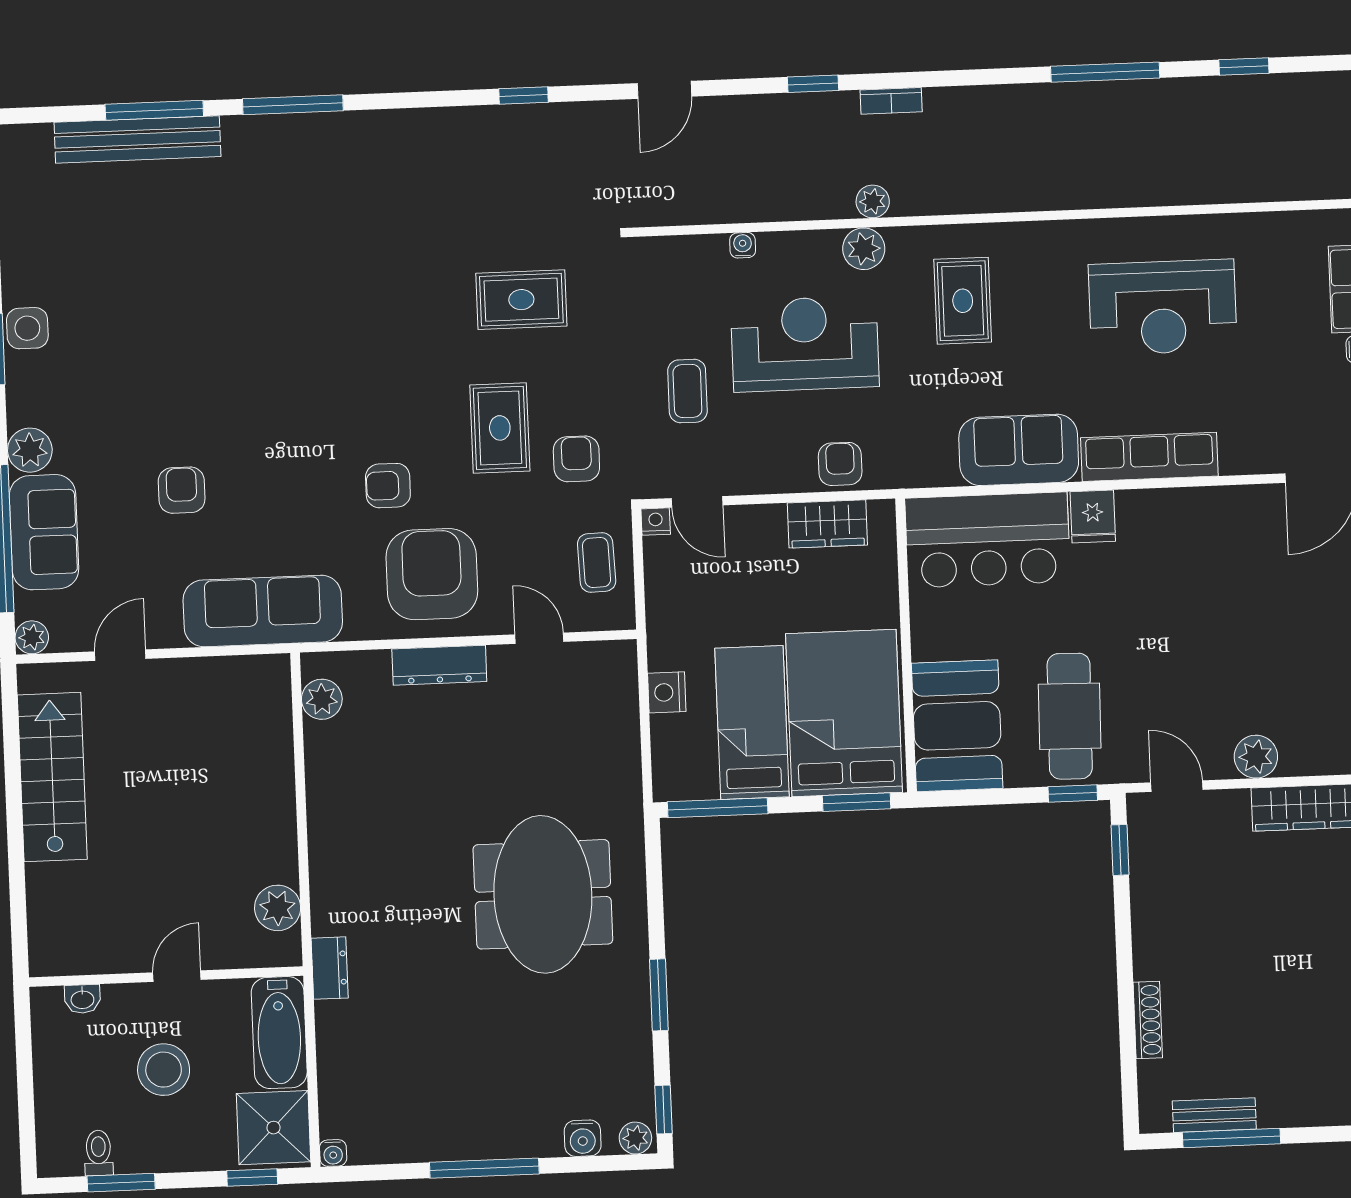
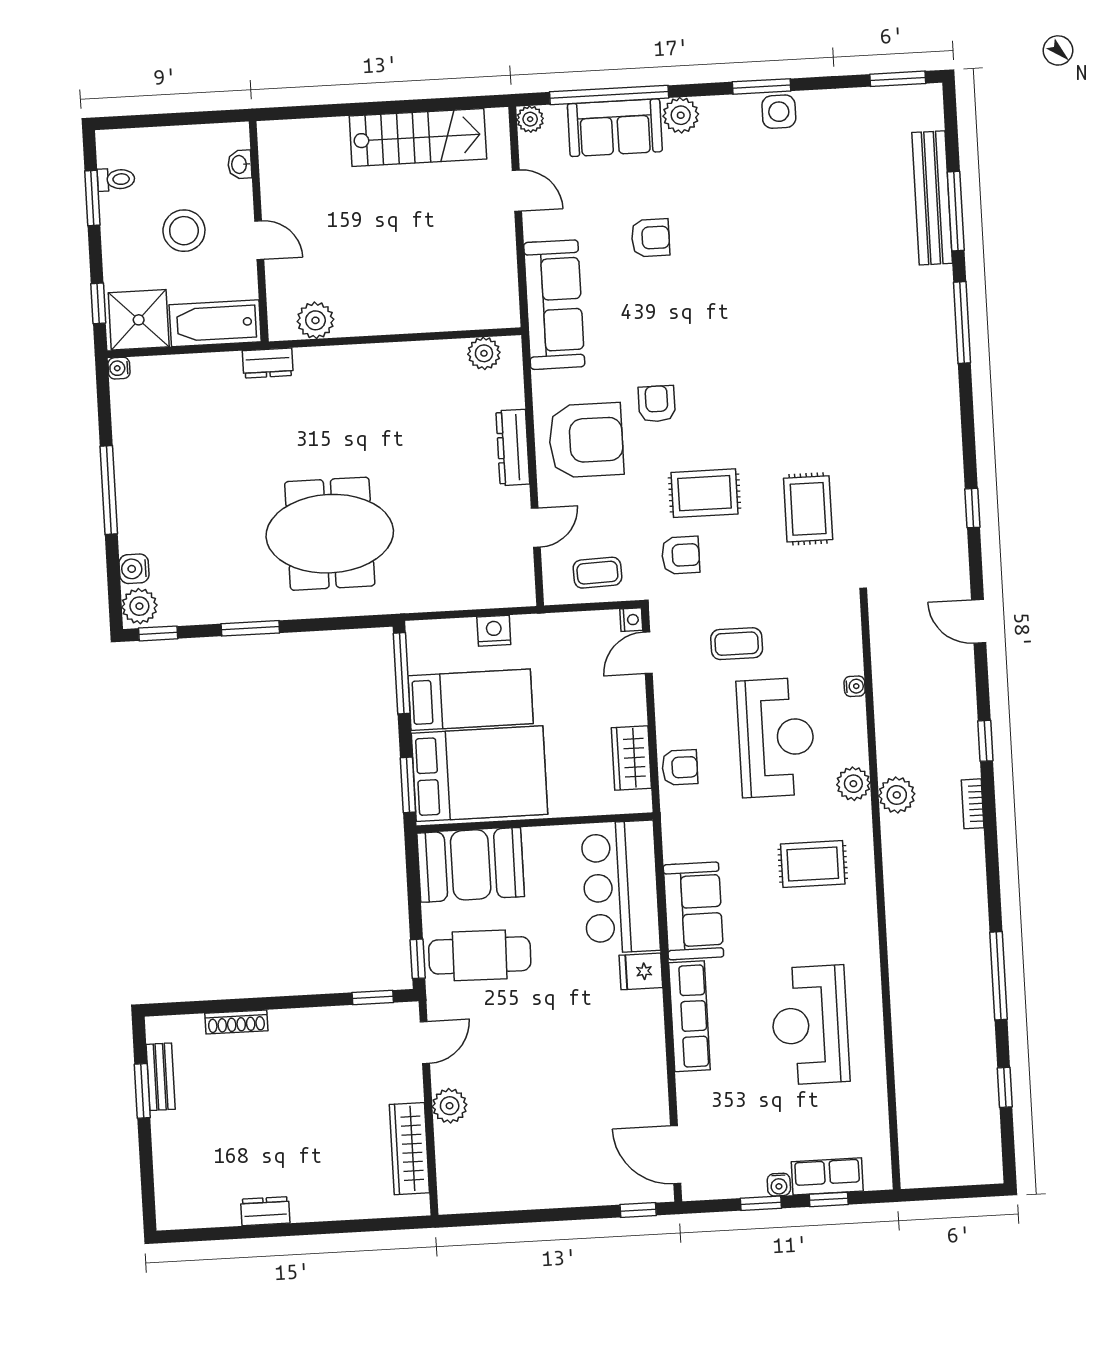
plant: (873, 201) -> (897, 795), width x1.38, depth x1.38
plant: (635, 1138) -> (139, 606), width x1.38, depth x1.38
window: (1231, 1138) -> (142, 1091), width x0.69

